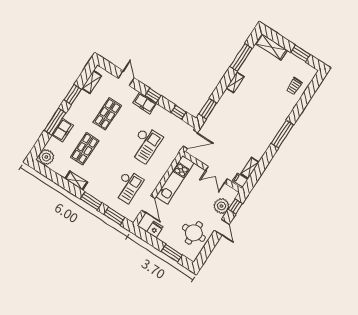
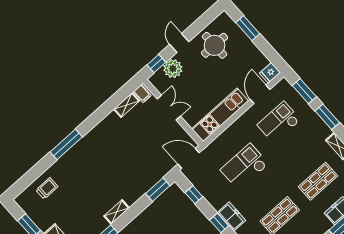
window: (282, 134) -> (66, 144), moved
fridge: (155, 229) -> (270, 73), moved

